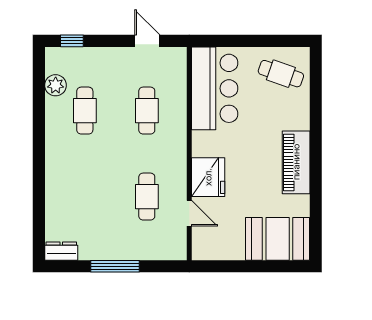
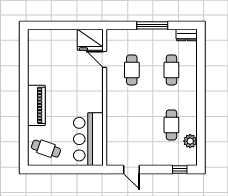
cafe table: (147, 111) -> (171, 70), moved
piano: (296, 162) -> (36, 105), moved
fridge: (208, 177) -> (90, 40), moved, turned -90
booth: (278, 239) -> (48, 43), removed

